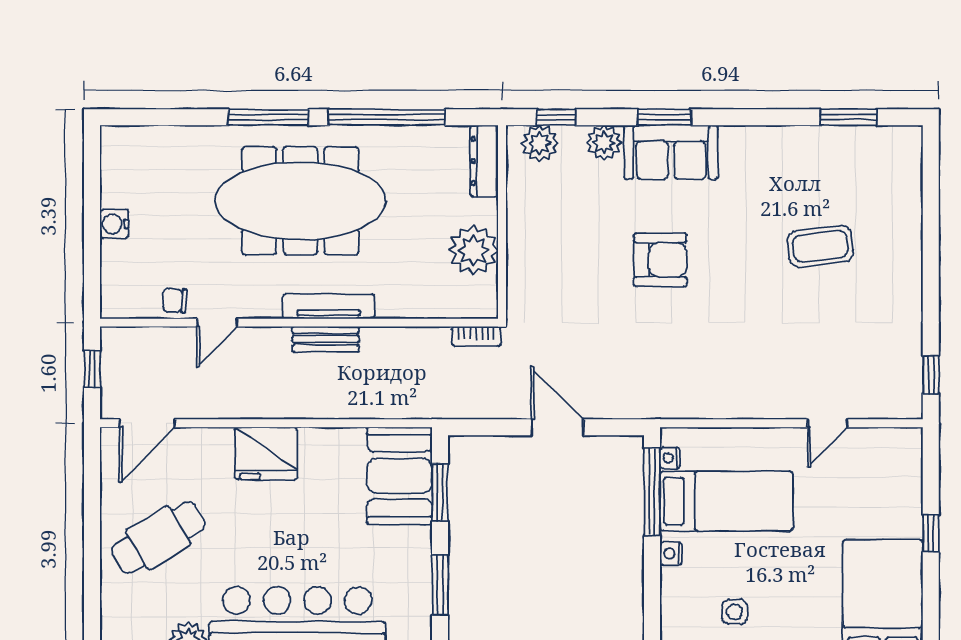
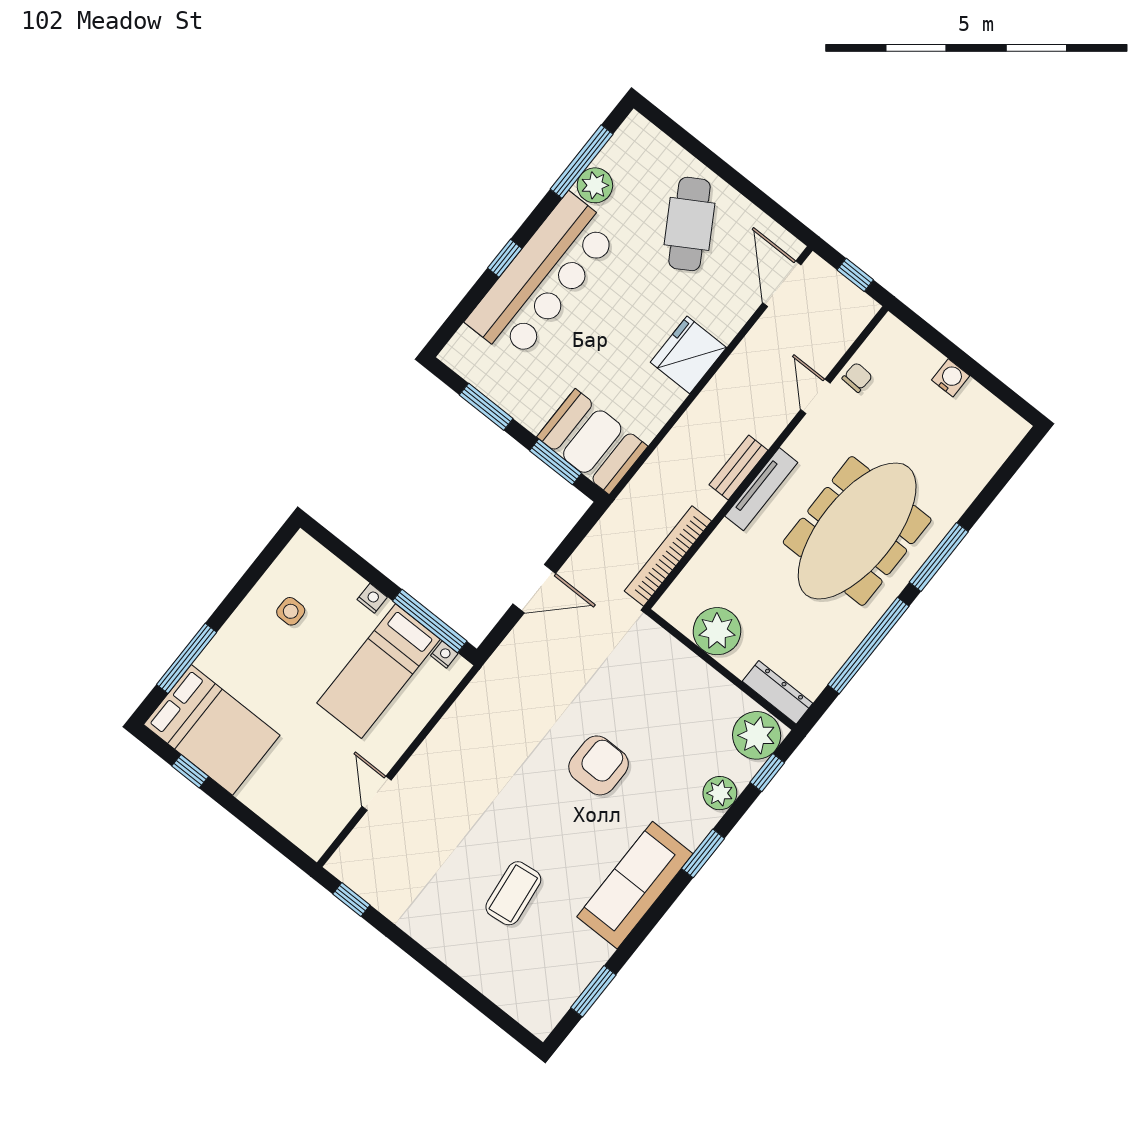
plant: (540, 143) -> (757, 735), width x1.36, depth x1.36
sofa: (671, 152) -> (635, 885), moved, width x1.36
armchair: (660, 260) -> (599, 765), turned 180
bookcase: (476, 336) -> (668, 556), width x2.31, depth x1.31
window: (931, 533) -> (190, 771), moved

